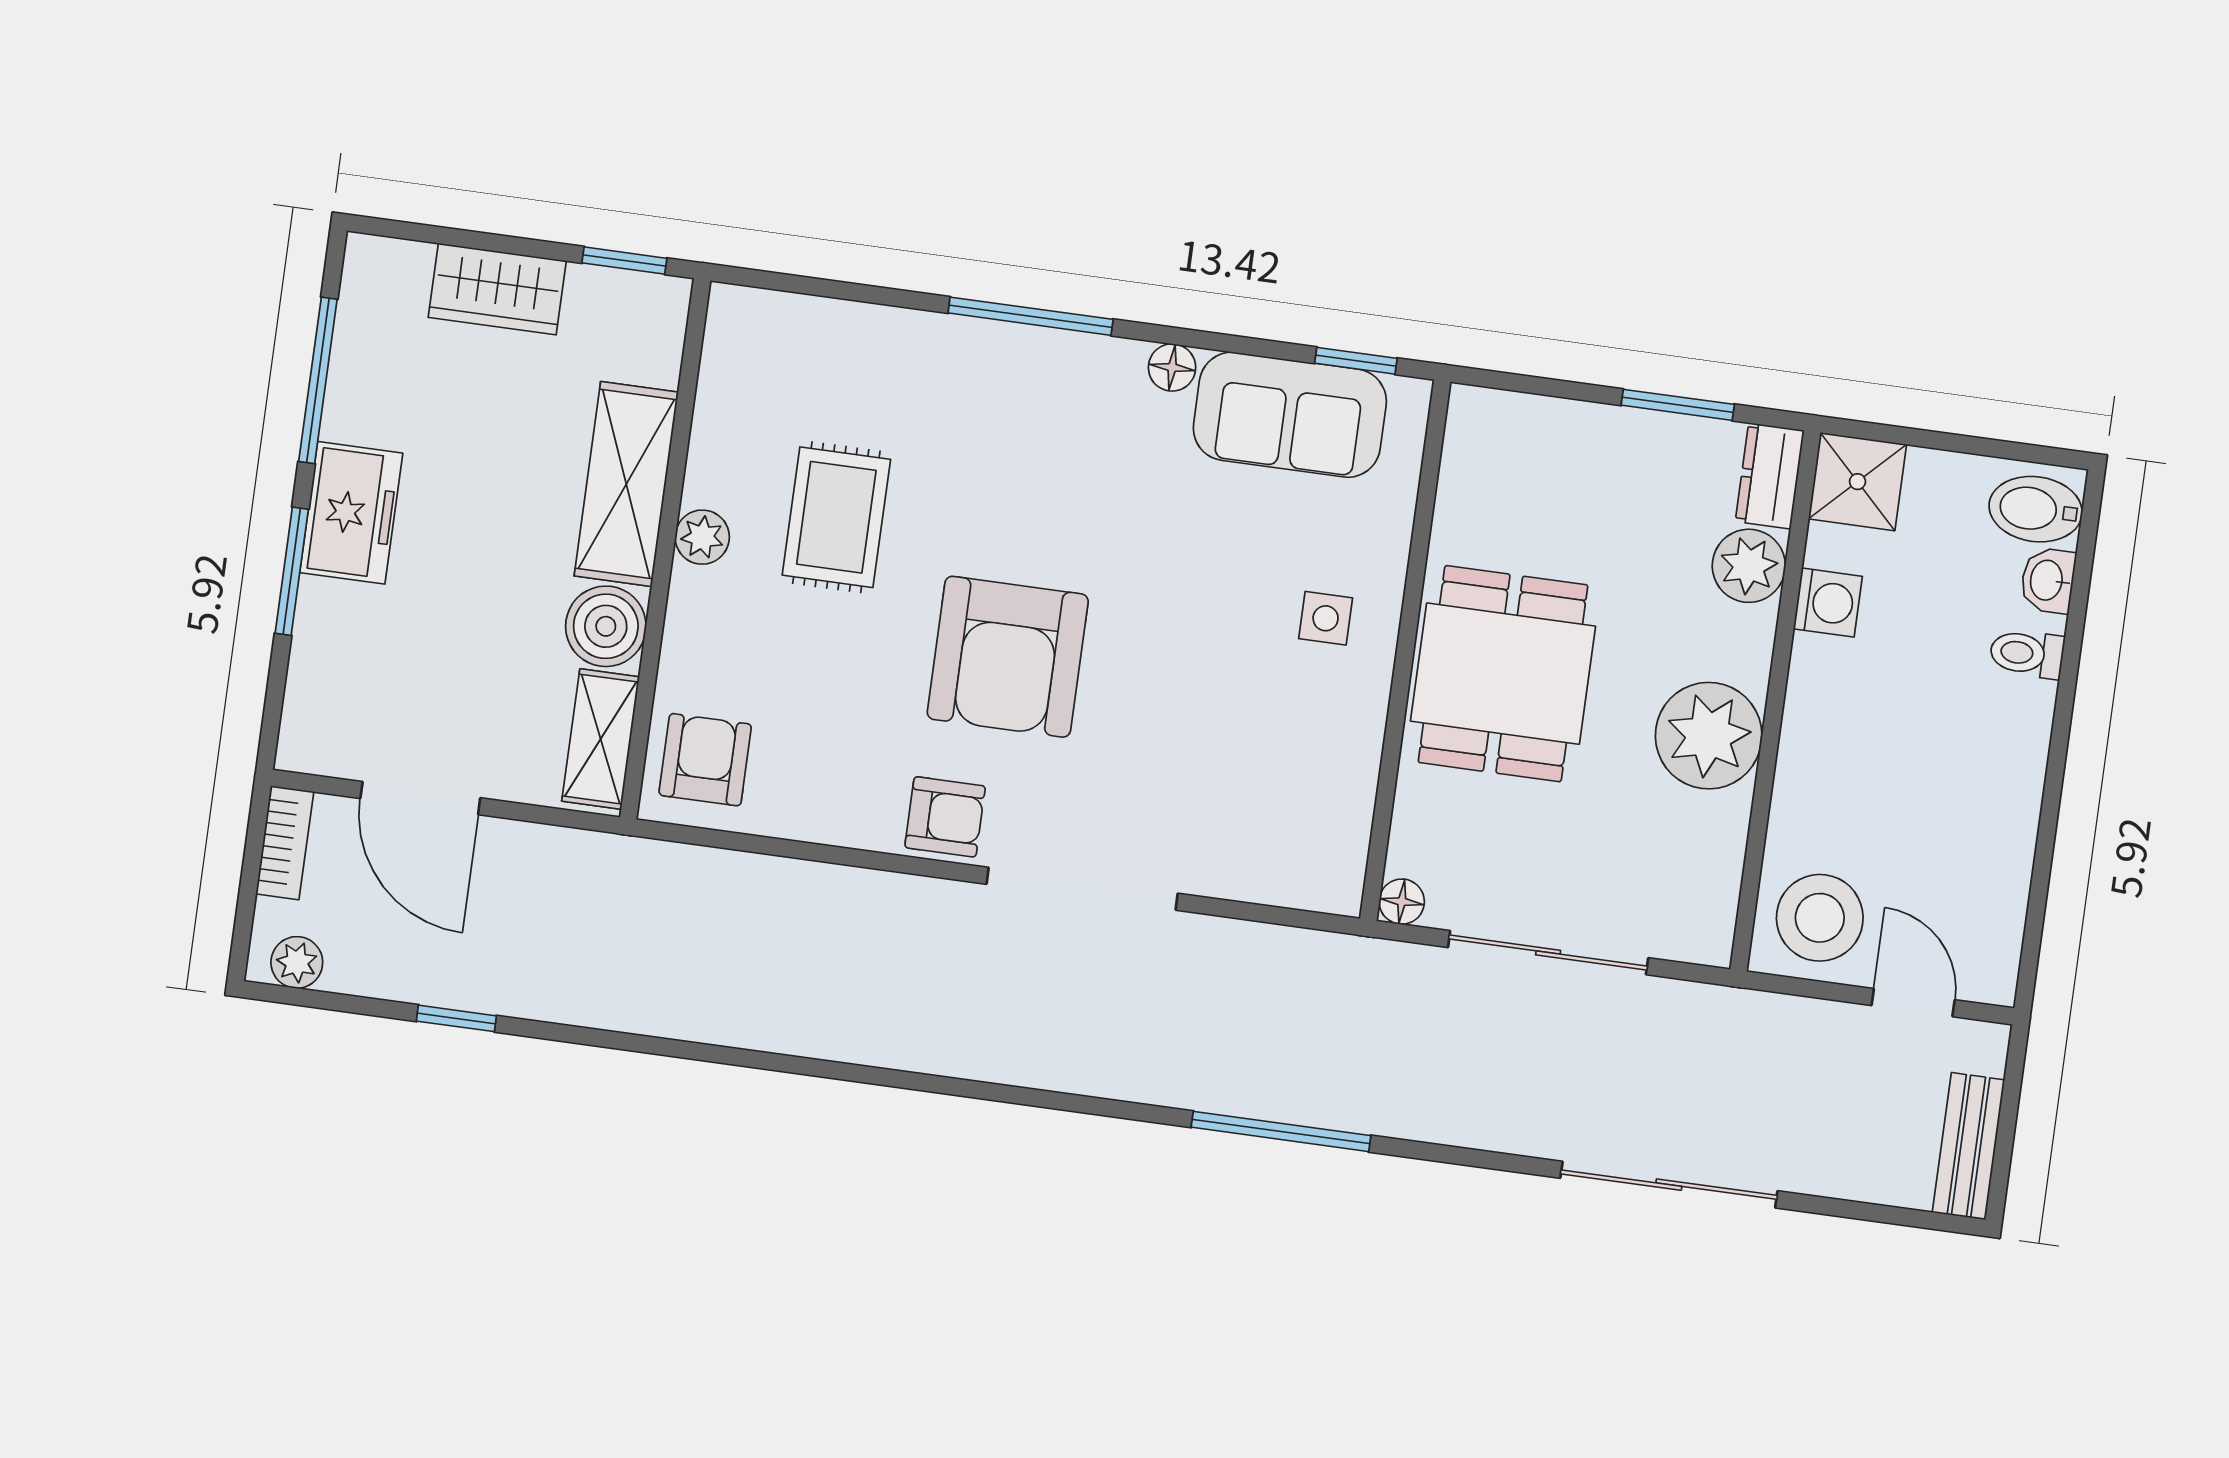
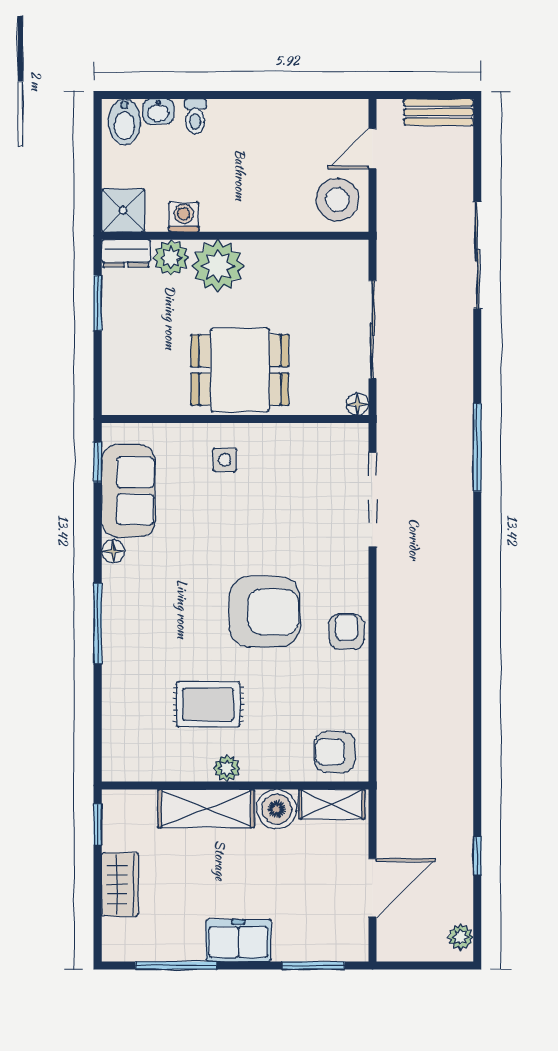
window: (292, 571) -> (313, 965), moved
plant: (1709, 736) -> (218, 266), moved
bookcase: (285, 843) -> (403, 951), removed
doorway: (1082, 889) -> (372, 500), moved

